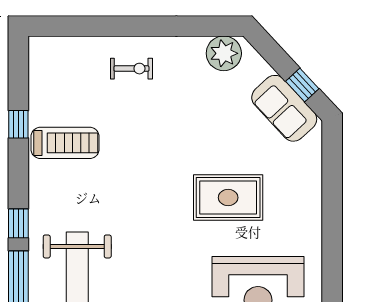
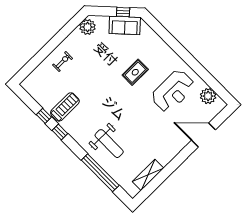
rug: (228, 198) -> (135, 72), width x0.73, depth x0.70
window: (18, 223) -> (60, 132), moved

